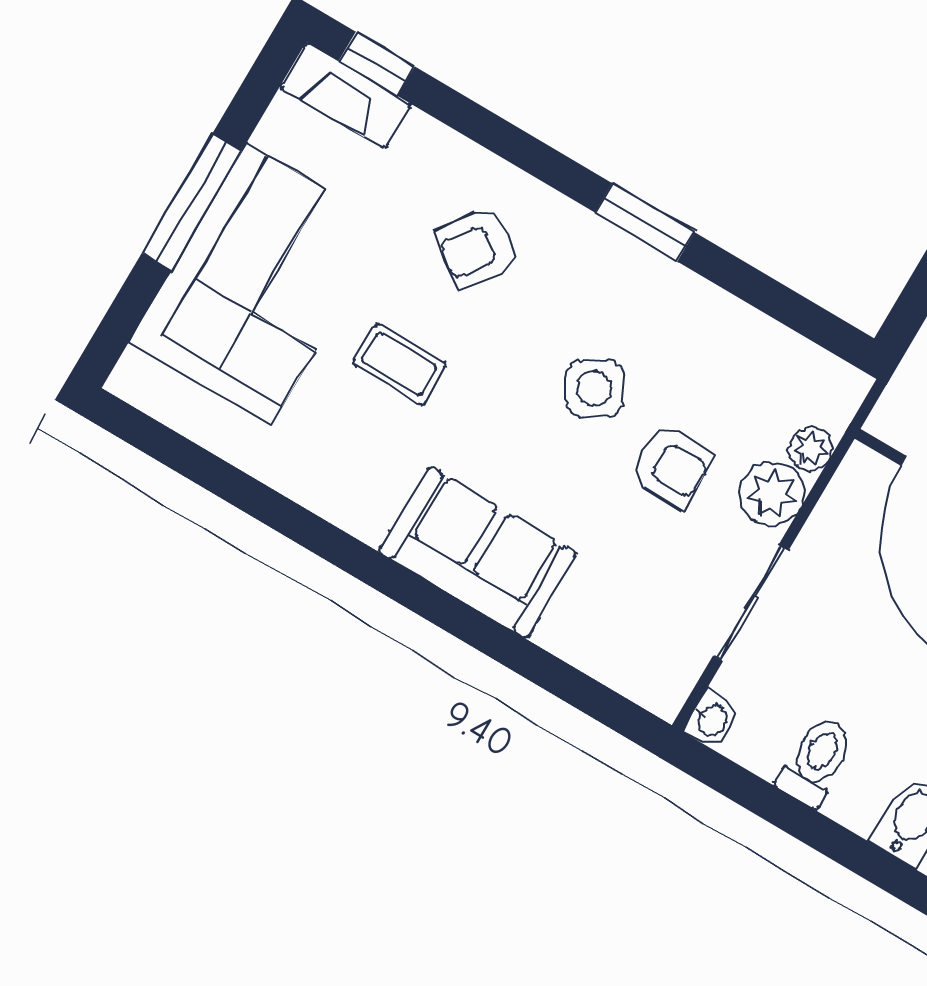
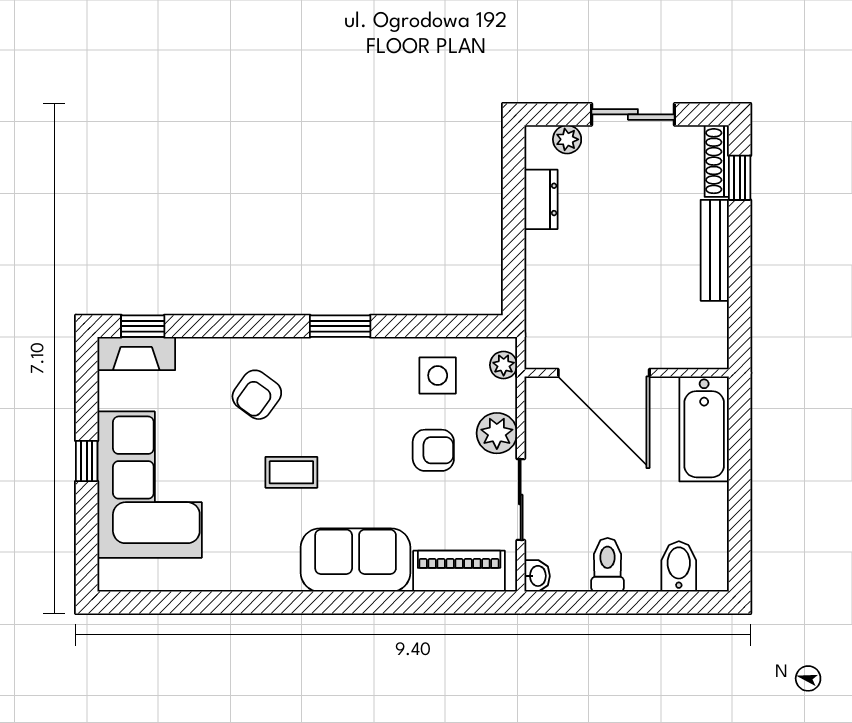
window: (192, 202) -> (87, 461), width x0.46
coffee table: (399, 364) -> (291, 472), moved
side table: (594, 389) -> (438, 375), moved, turned 30
plant: (810, 449) -> (504, 365), moved
piano: (609, 651) -> (459, 571), added

